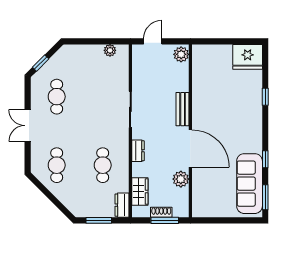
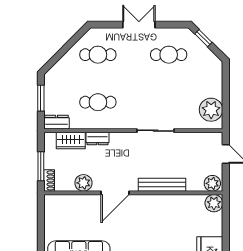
plant: (110, 50) -> (211, 110), width x1.88, depth x1.88
plant: (200, 53) -> (214, 203), added
bench: (183, 109) -> (162, 185), width x1.36
door: (190, 149) -> (115, 193), width x0.73
dresser: (138, 151) -> (98, 139), moved
shoe rack: (161, 212) -> (49, 180), moved

